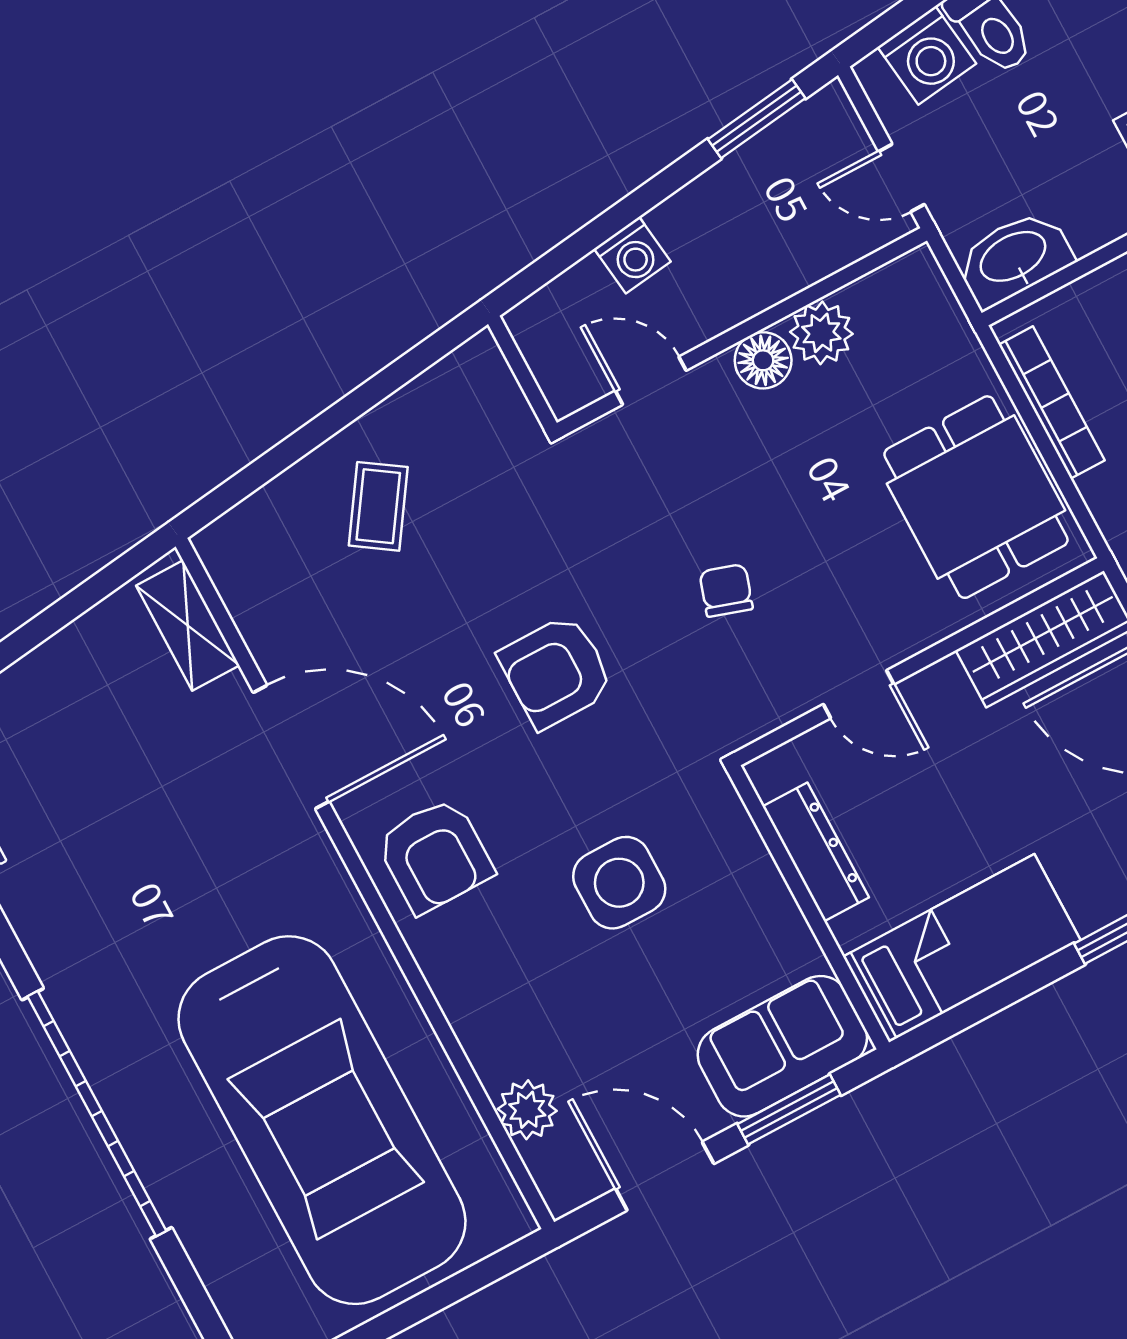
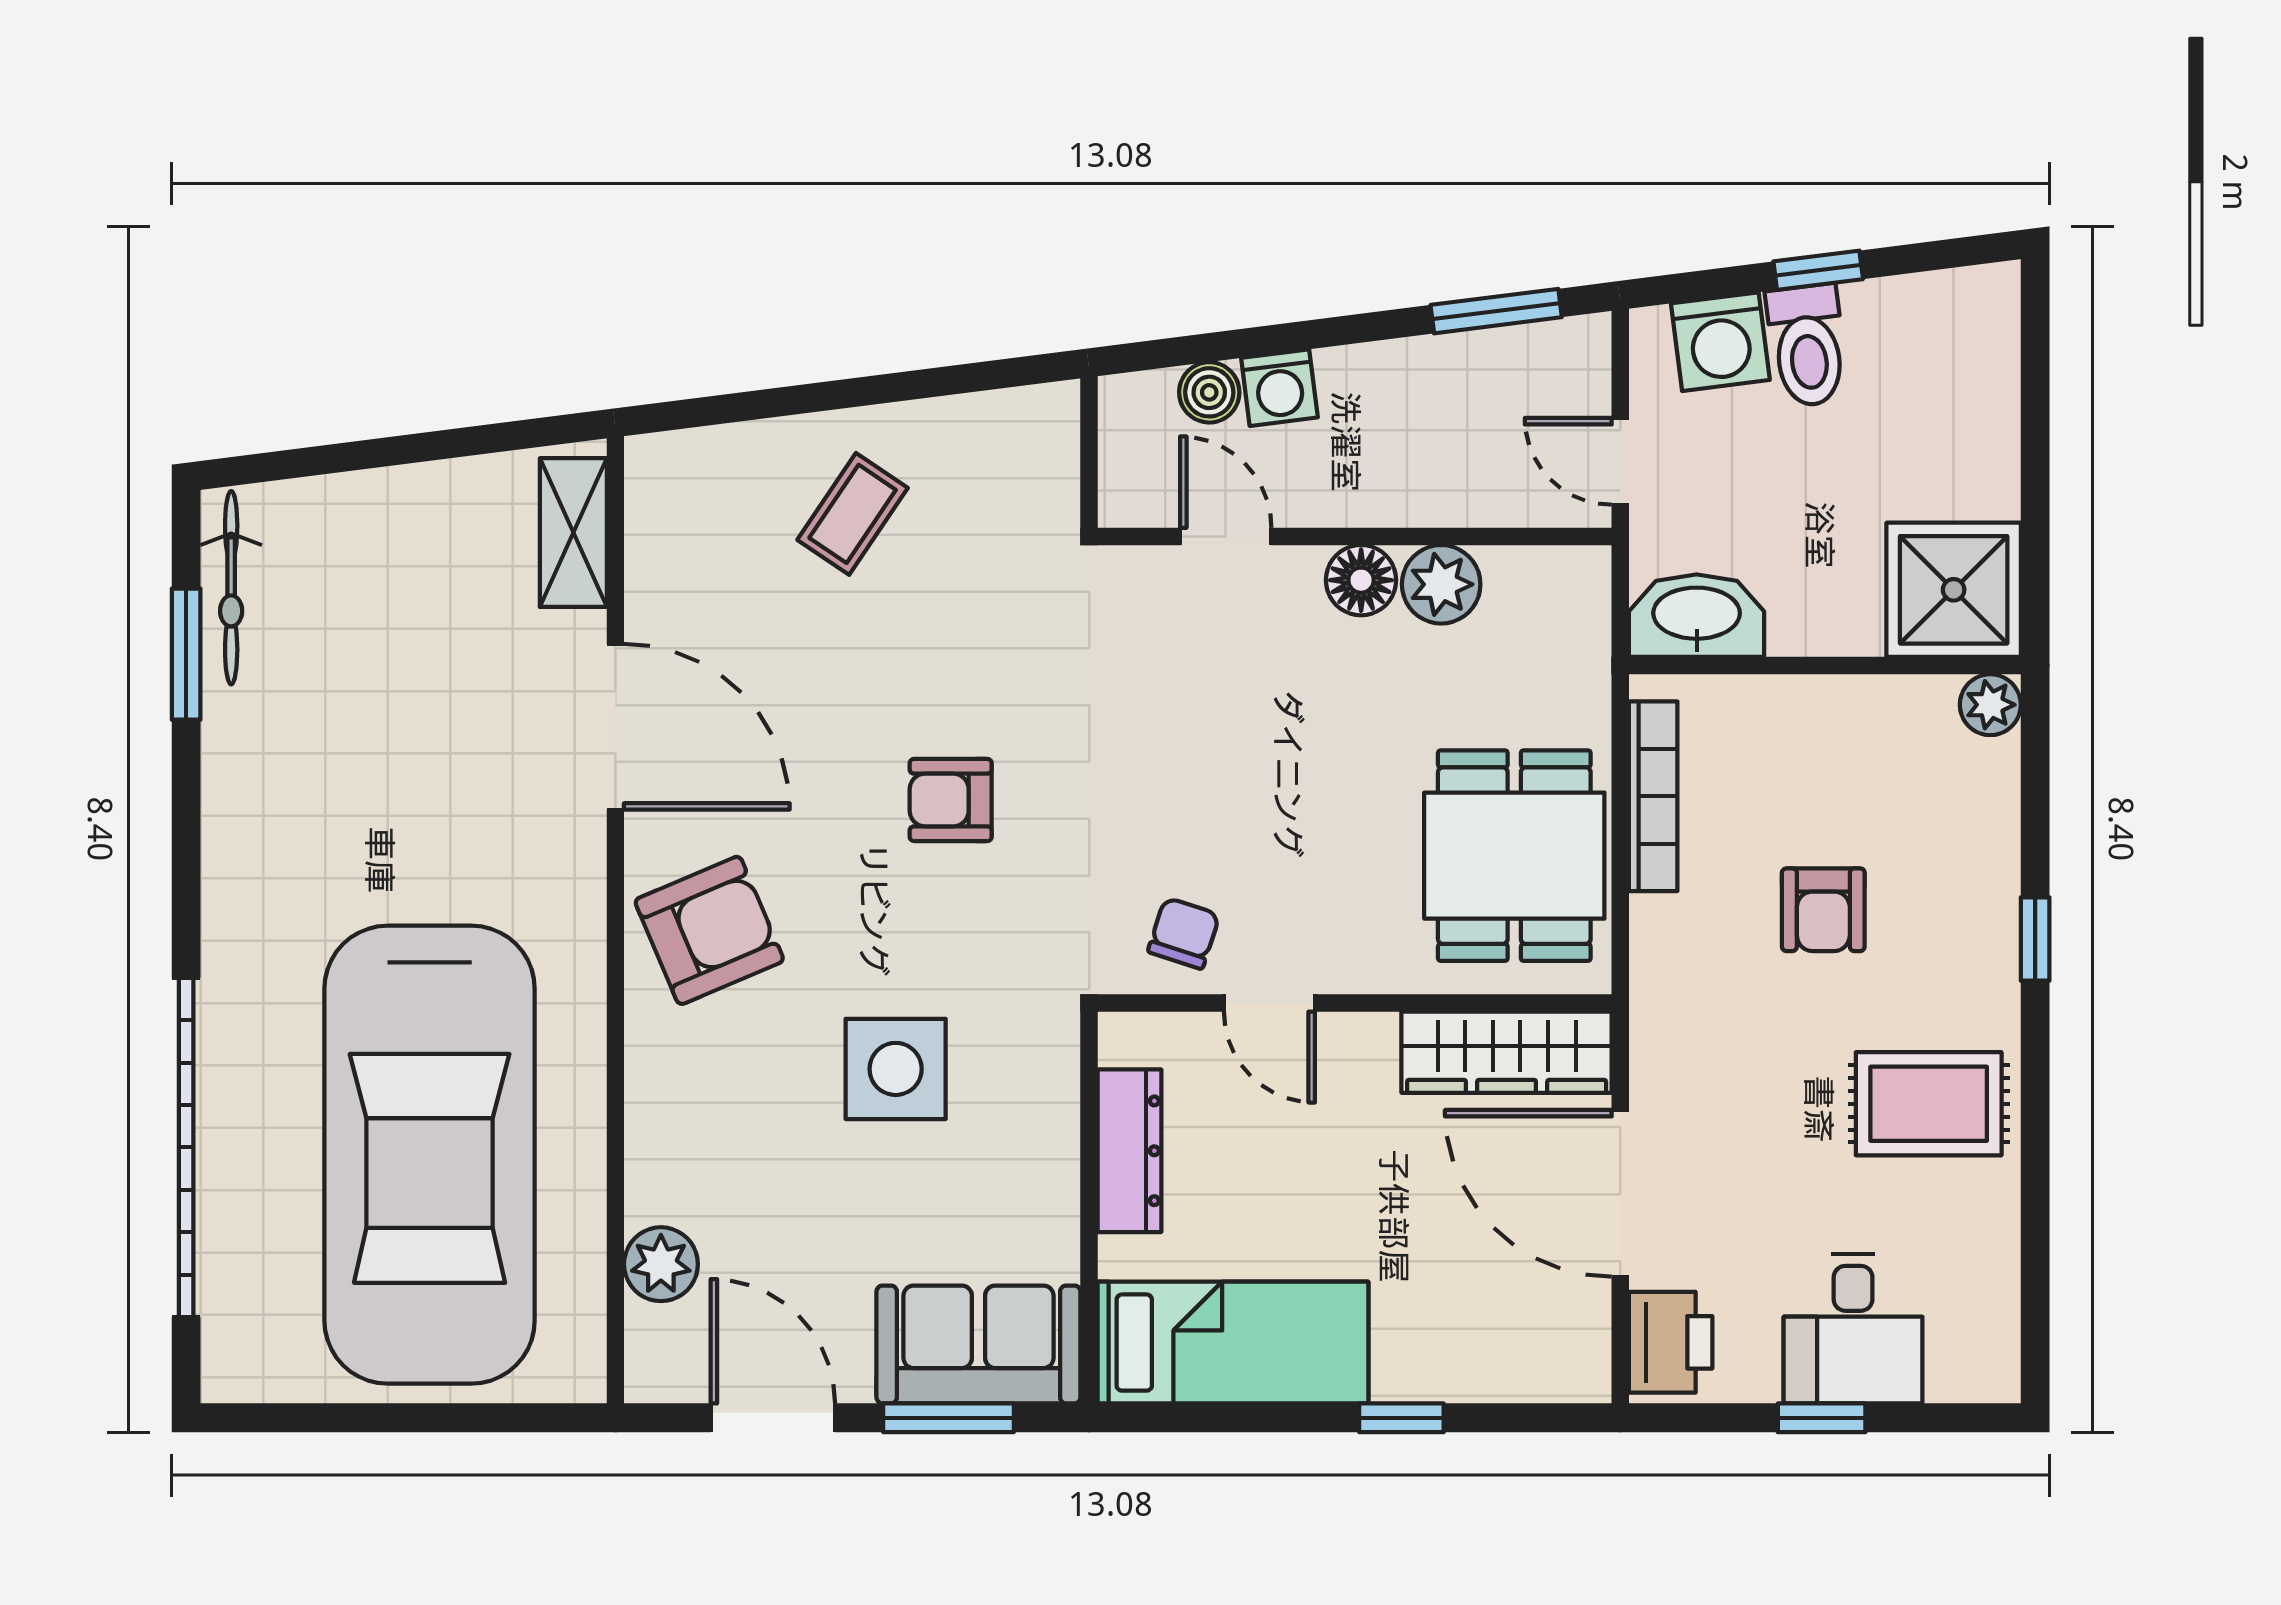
boiler: (584, 285) -> (1209, 392), added
chair: (726, 590) -> (1184, 933), moved
armchair: (556, 672) -> (951, 800), width x0.72, depth x0.72
armchair: (435, 855) -> (709, 930), turned -113
garage door: (97, 1114) -> (186, 1147), moved

